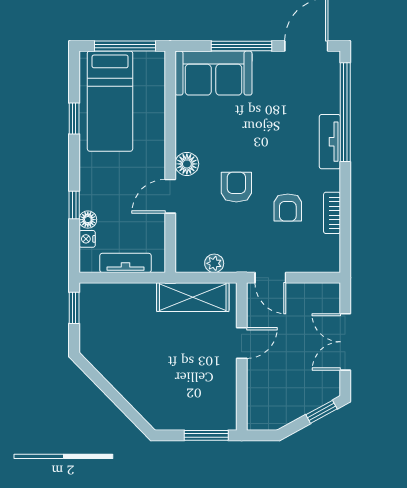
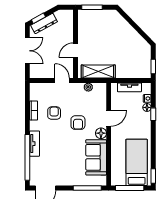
window: (241, 46) -> (87, 188), moved
sofa: (214, 73) -> (96, 157), moved, turned -90
window: (74, 118) -> (153, 176), moved
dresser: (309, 401) -> (44, 23), added

